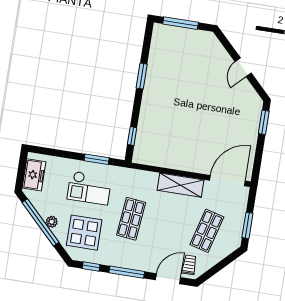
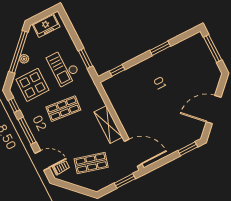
door: (243, 67) -> (214, 110), width x1.88
window: (247, 225) -> (125, 181), moved

